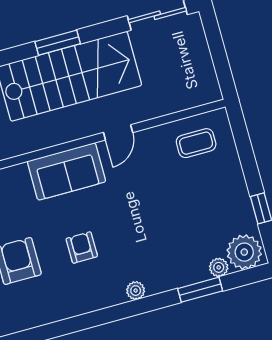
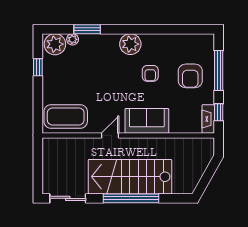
window: (58, 43) -> (131, 198), width x2.11
coffee table: (196, 143) -> (66, 116), width x1.86, depth x1.72
plant: (136, 291) -> (130, 44), width x1.88, depth x1.88

